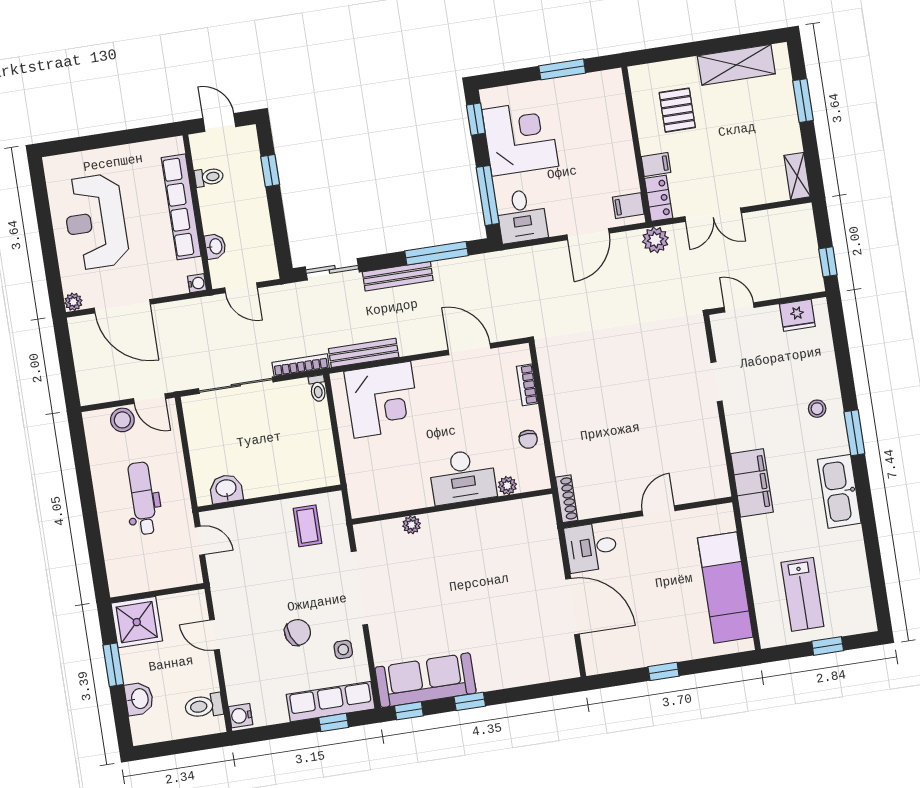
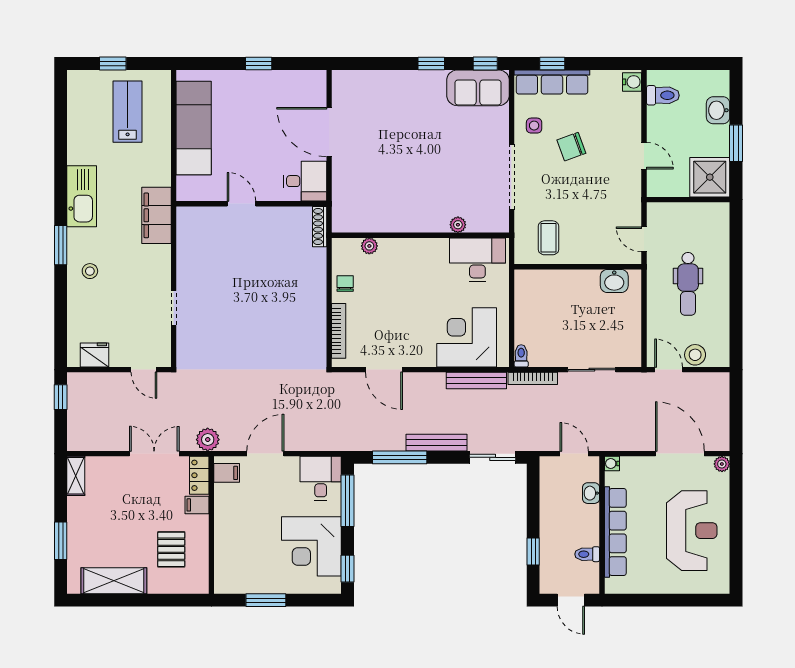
sliding door: (236, 385) -> (592, 370), width x0.73
bookcase: (527, 385) -> (339, 331), width x1.56
desk: (463, 477) -> (477, 260), moved
door: (659, 511) -> (241, 204), swing flipped
sofa: (425, 680) -> (478, 88), width x0.73

